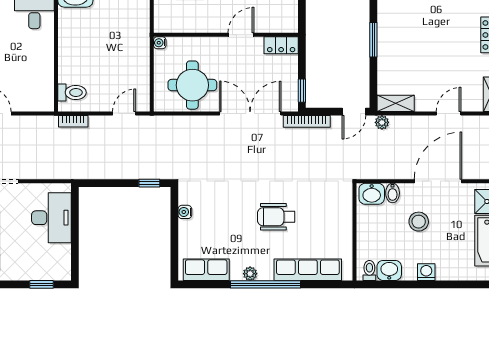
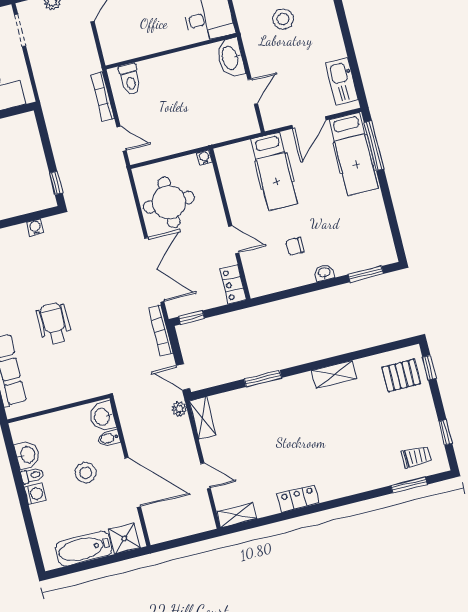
bookcase: (73, 121) -> (103, 97), width x1.56
toilet: (369, 270) -> (32, 475), moved

